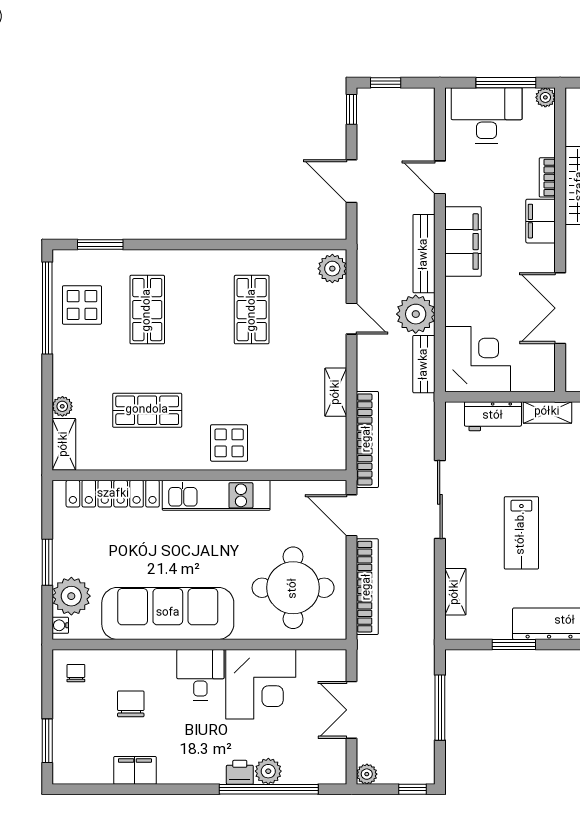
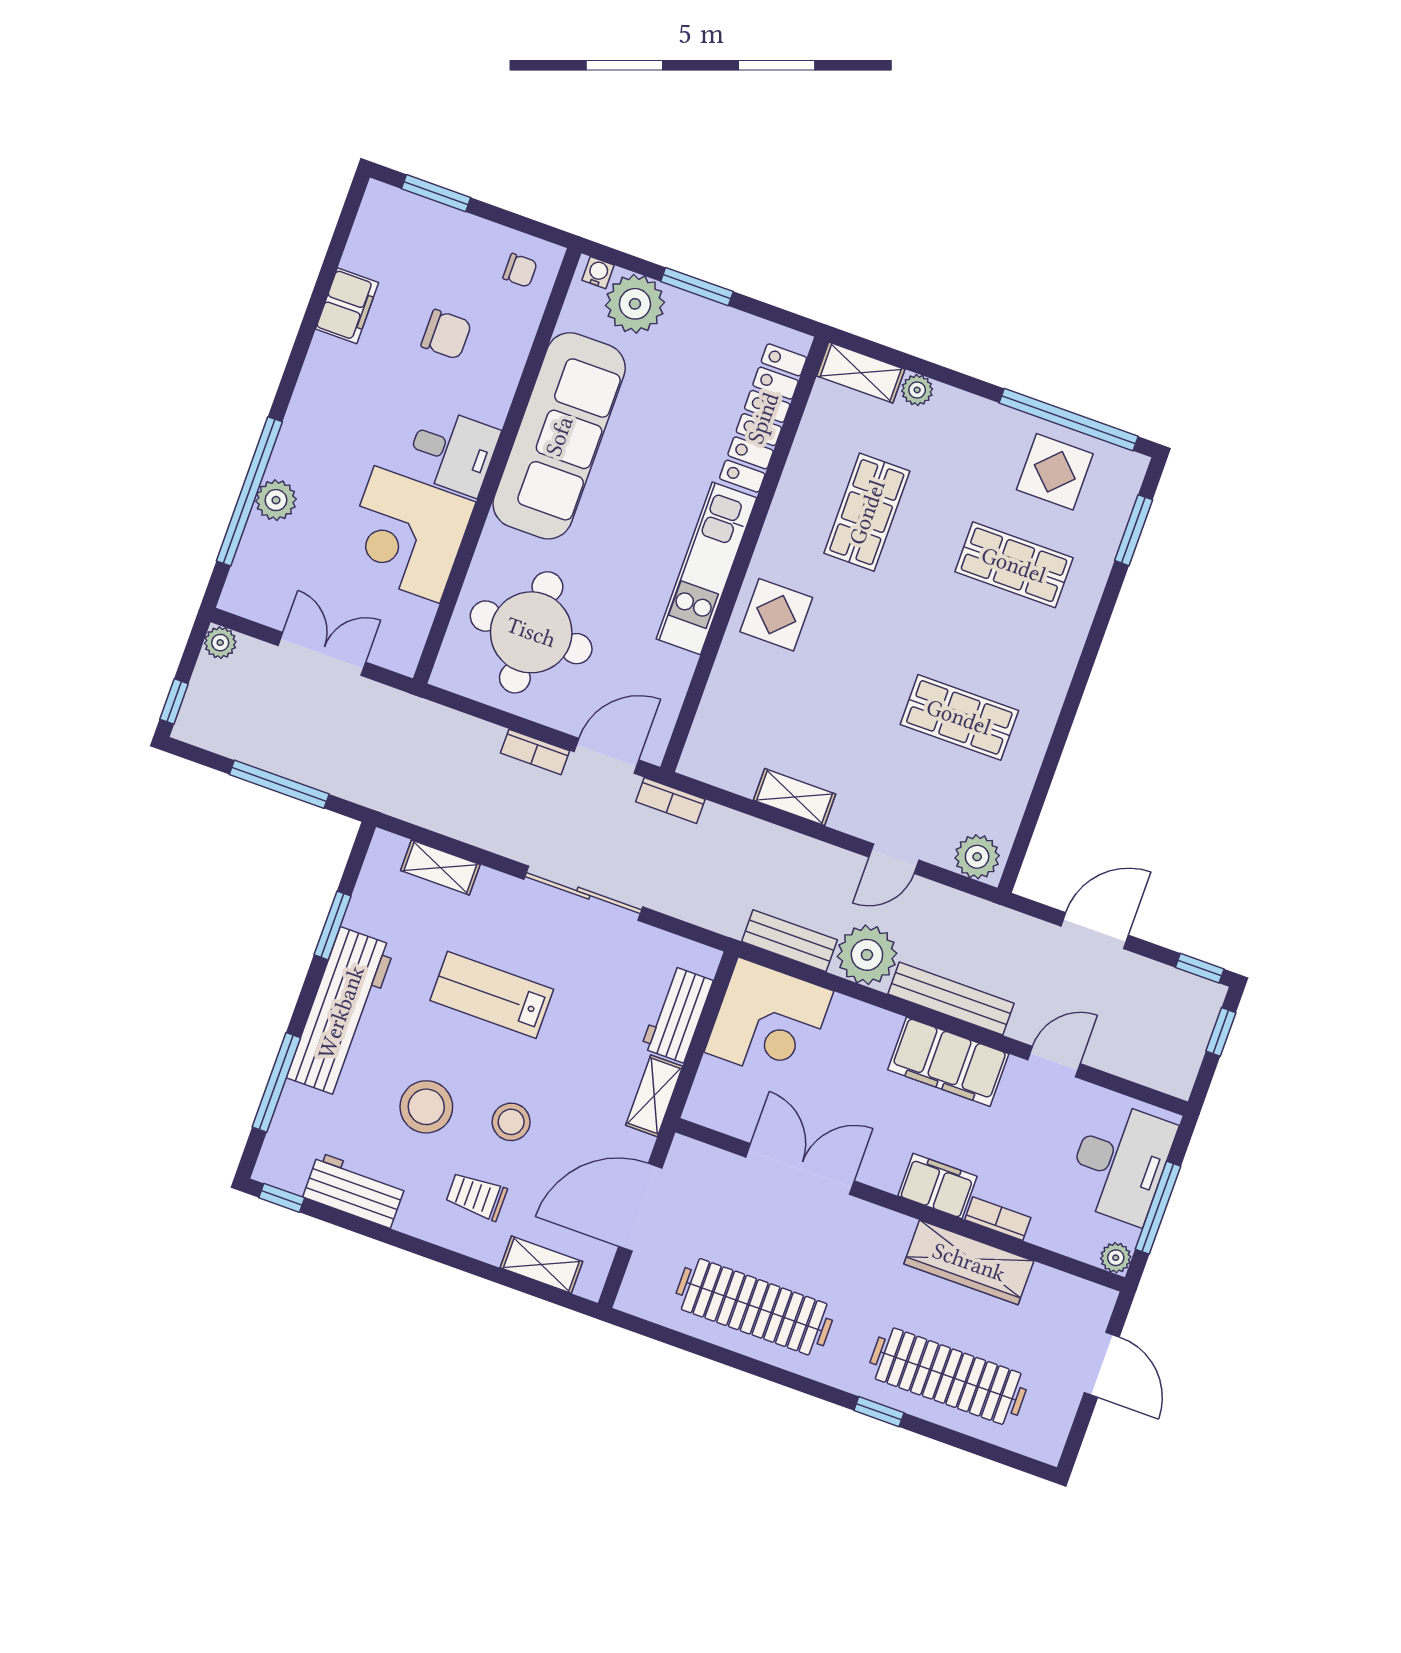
bookcase: (367, 439) -> (670, 800), width x0.43, depth x0.76
bookcase: (367, 587) -> (535, 752), width x0.43, depth x0.76
printer: (240, 772) -> (289, 458), removed

